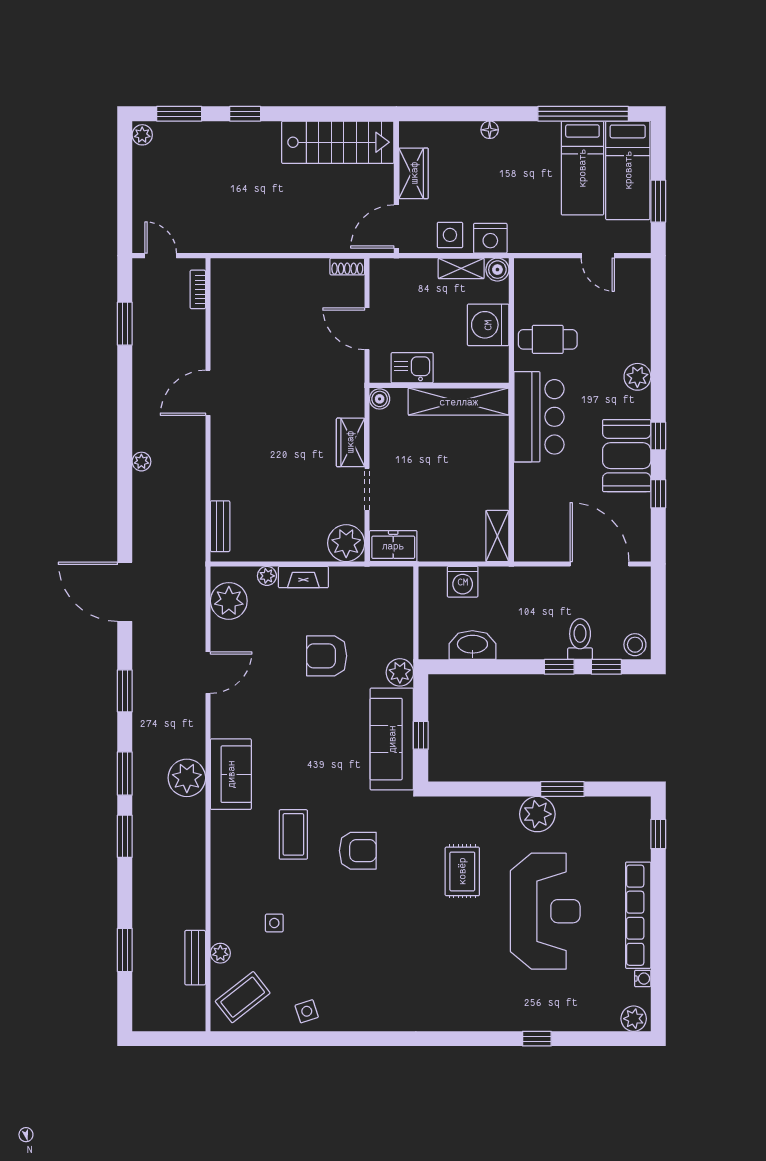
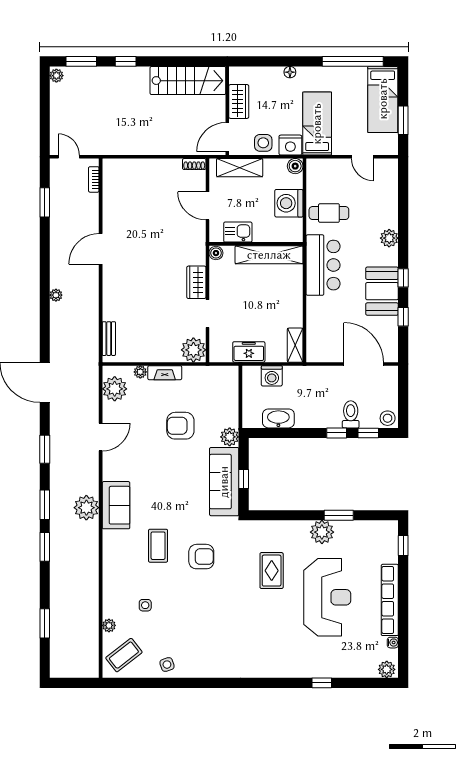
bed: (582, 168) -> (317, 124), moved, turned 180
shelving: (461, 268) -> (240, 168), moved, width x1.50, depth x1.33
freezer: (393, 546) -> (249, 352), moved
bench: (195, 958) -> (92, 628), removed

